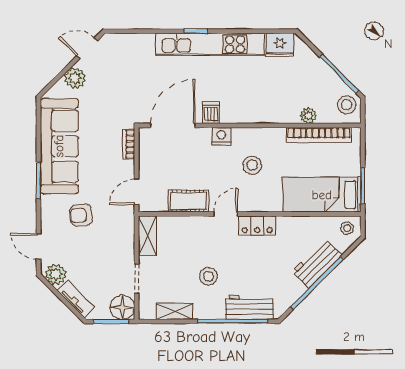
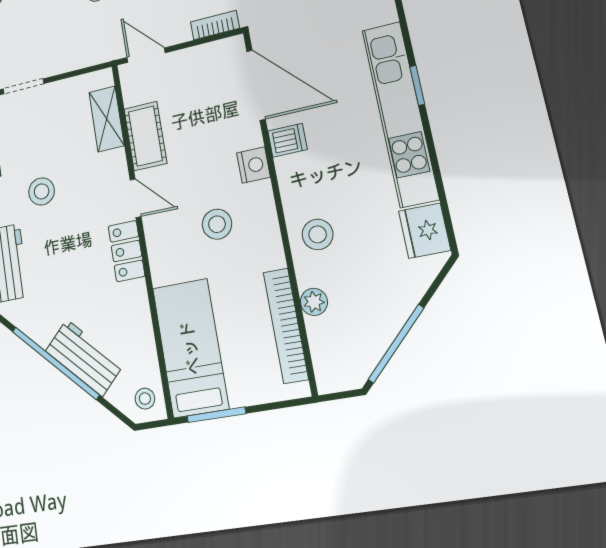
stool: (347, 105) -> (318, 234), moved
shelving: (147, 236) -> (107, 119), moved, turned 90

